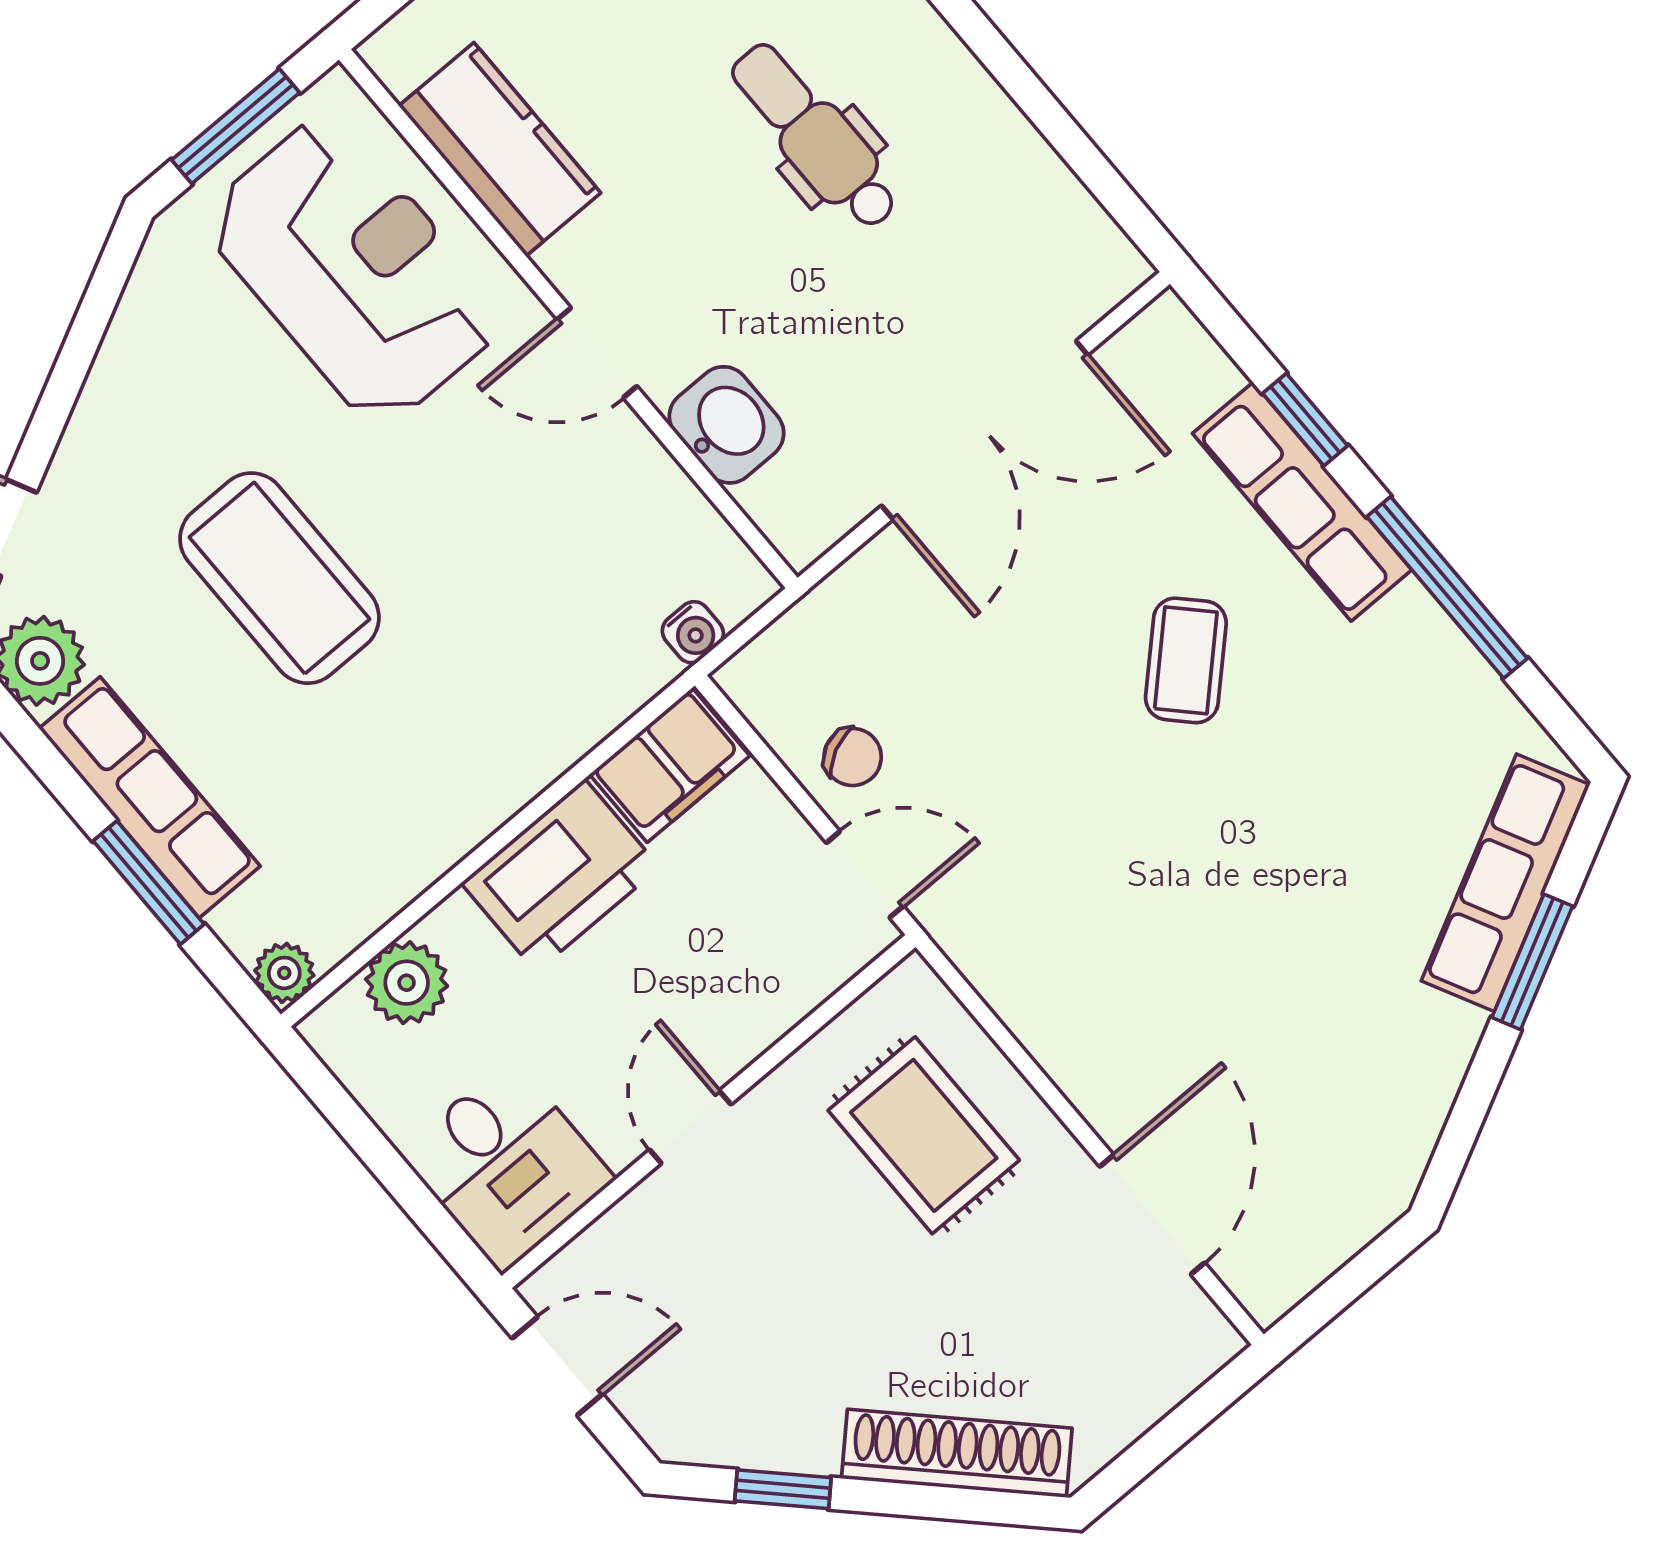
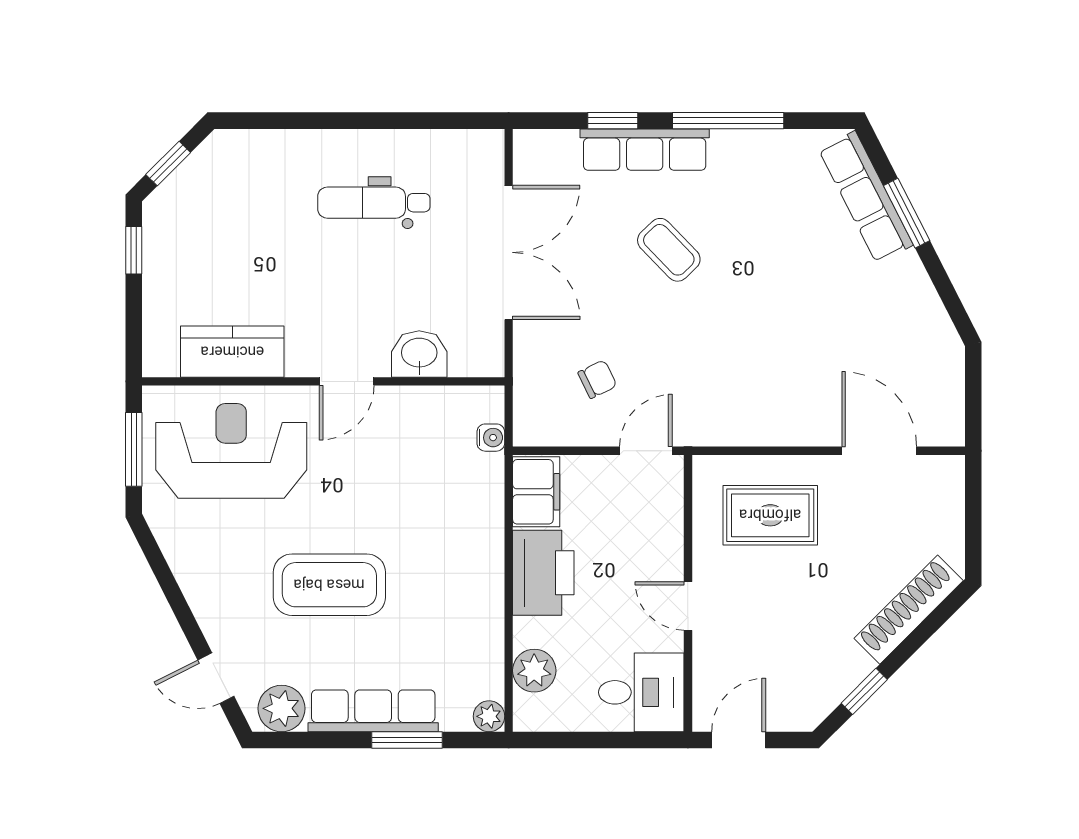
dental chair: (815, 137) -> (374, 203), moved
chair: (853, 757) -> (597, 379), moved

